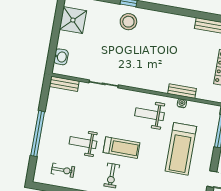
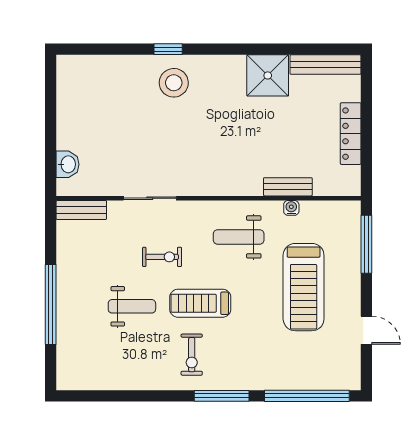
shower: (73, 20) -> (268, 75), moved
weight bench: (83, 143) -> (132, 306), turned 180
treadmill: (122, 148) -> (200, 303), turned 180
exercise bike: (63, 170) -> (162, 257), moved

